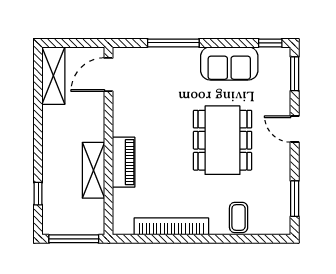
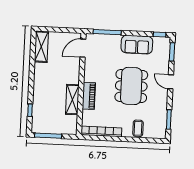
door: (109, 75) -> (83, 48), moved
wall: (109, 141) -> (81, 84), moved
piano: (124, 162) -> (89, 96), moved
shelving: (93, 170) -> (72, 100), moved

